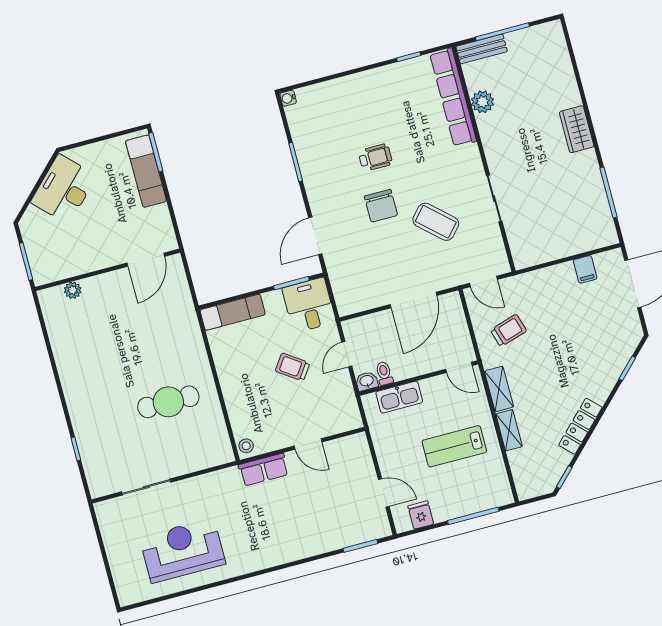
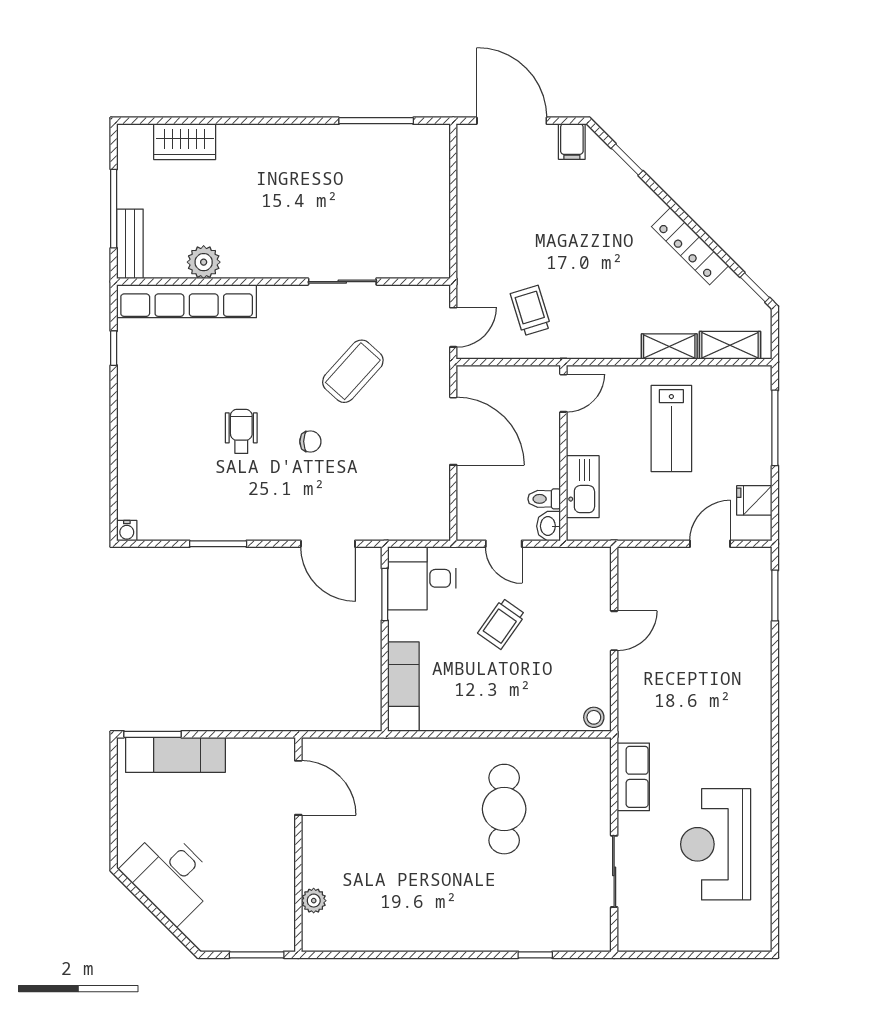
wardrobe: (577, 129) -> (185, 142), moved
chair: (381, 206) -> (310, 441), width x0.54, depth x0.54
filing cabinet: (585, 269) -> (572, 142), moved, turned 90
shelving: (499, 389) -> (730, 345), moved
row of seats: (264, 470) -> (633, 777), moved

